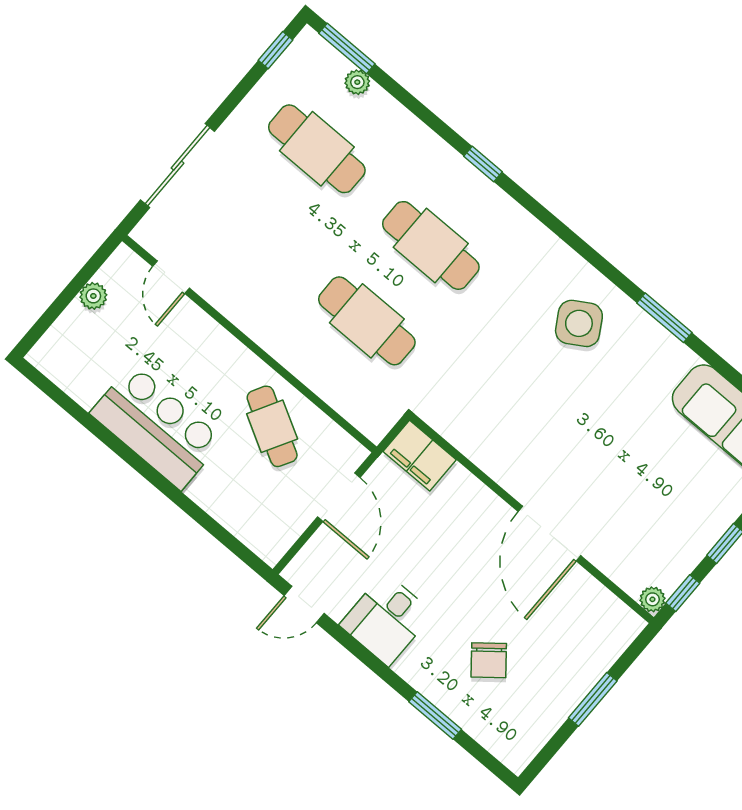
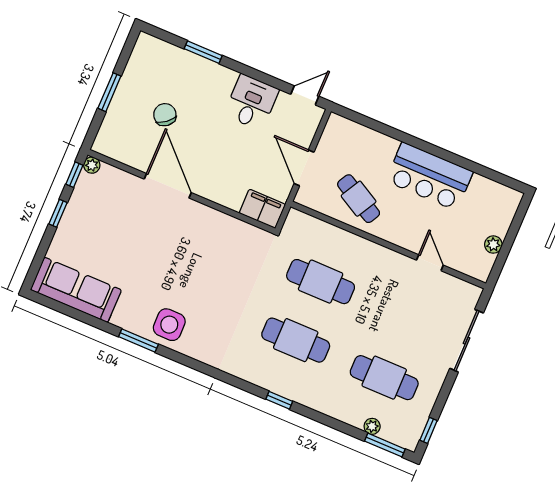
door: (171, 277) -> (430, 263), moved
side table: (579, 323) -> (169, 325), moved, turned 31
chair: (489, 660) -> (165, 115), moved

